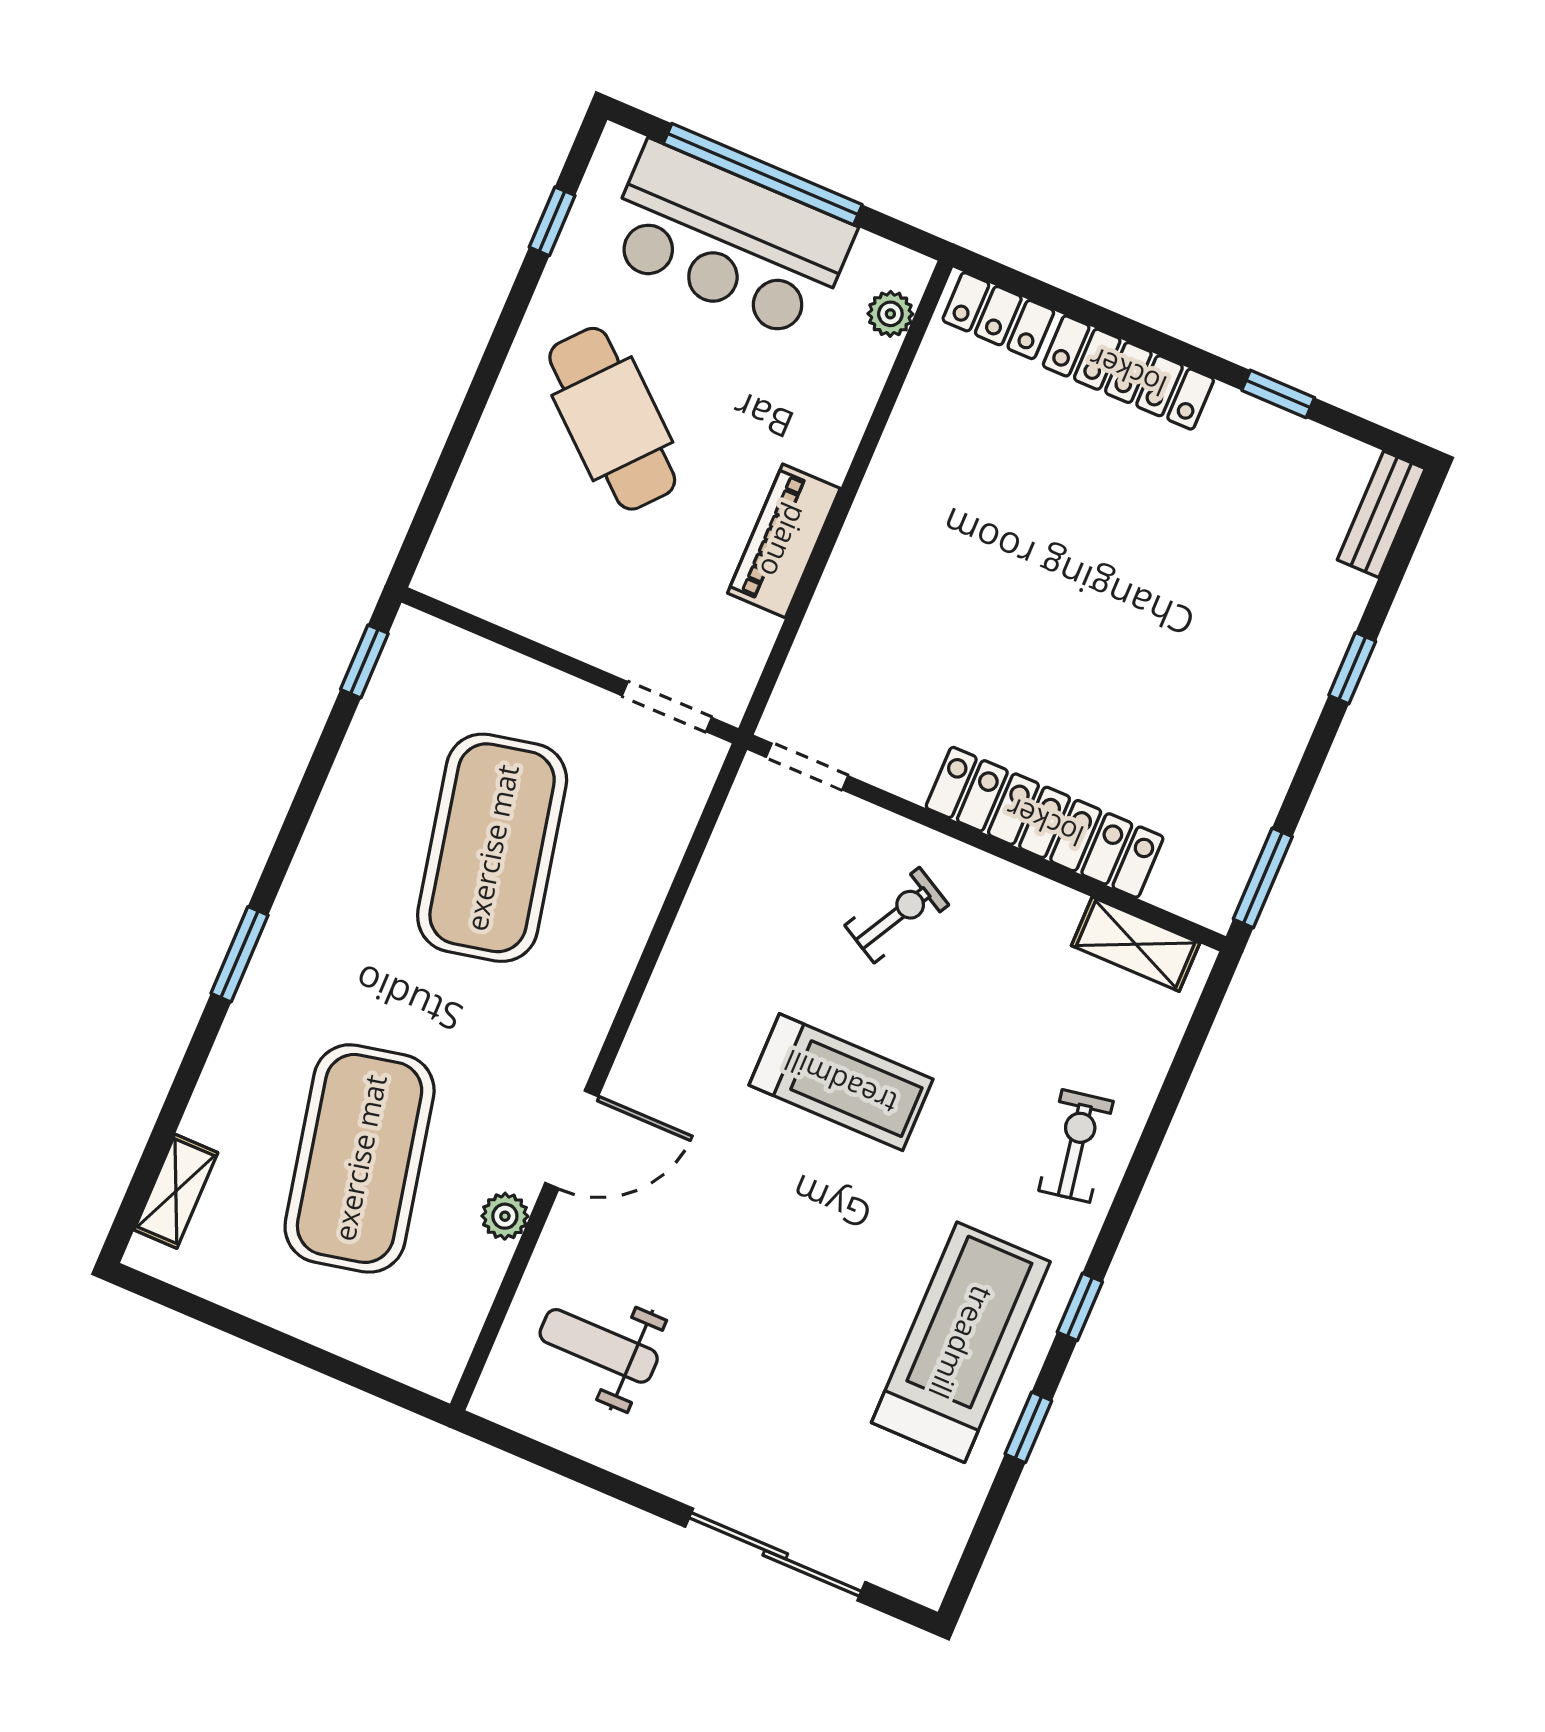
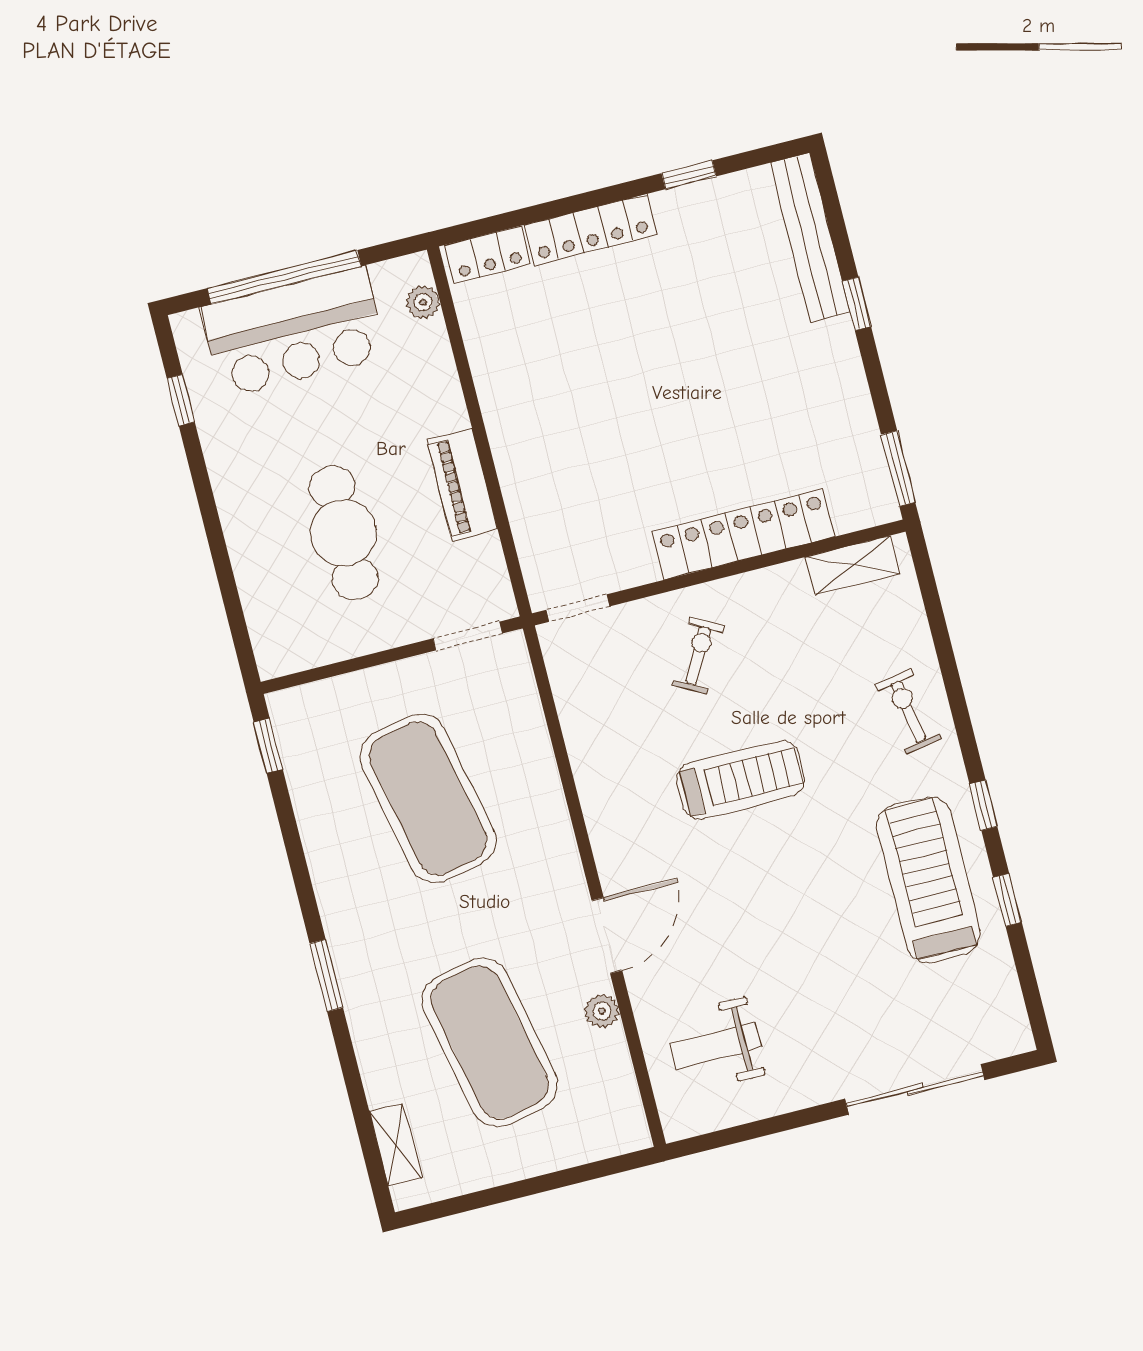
cafe table: (612, 419) -> (344, 533), moved, turned 49
bench: (1381, 514) -> (810, 237), width x1.86, depth x1.21

